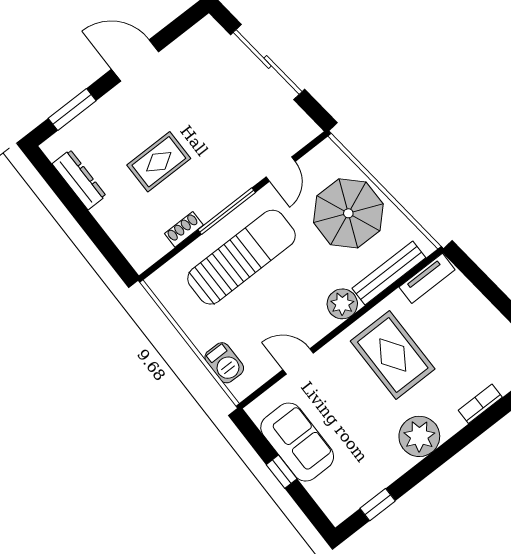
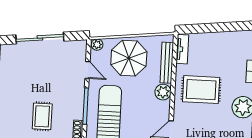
plant: (329, 151) -> (97, 45), added

